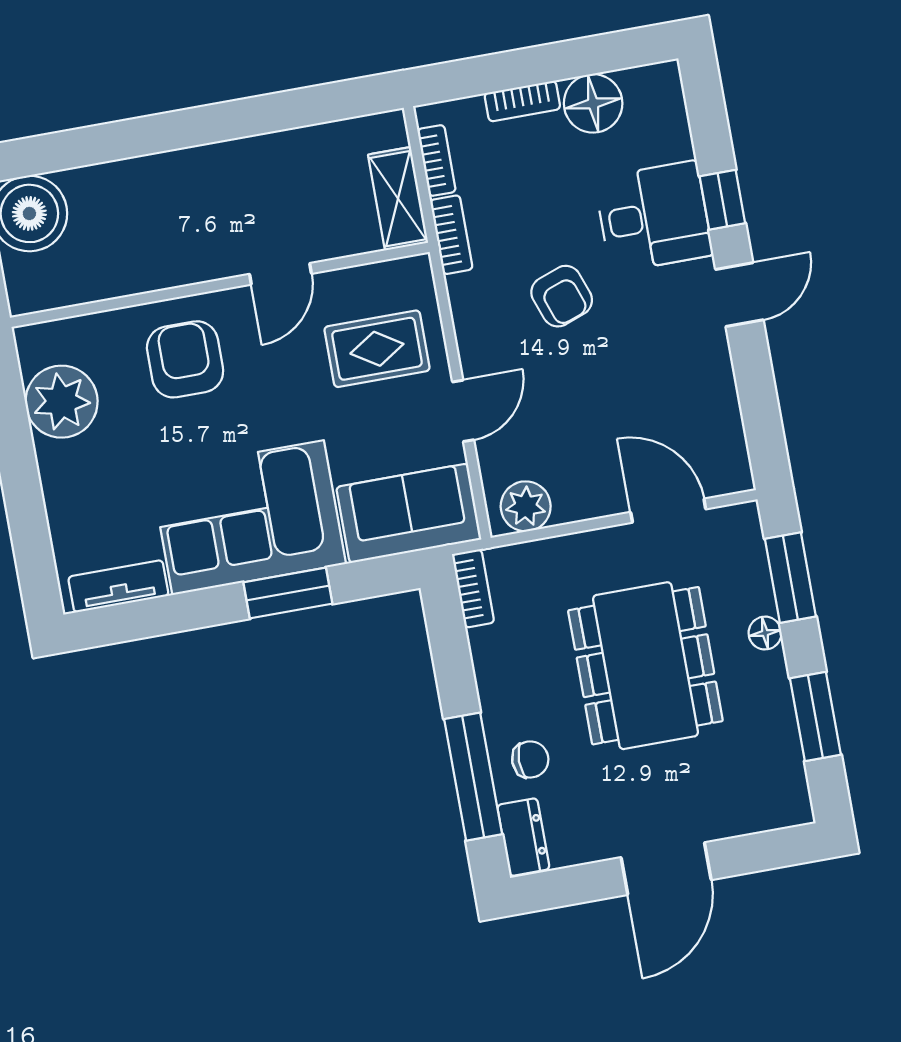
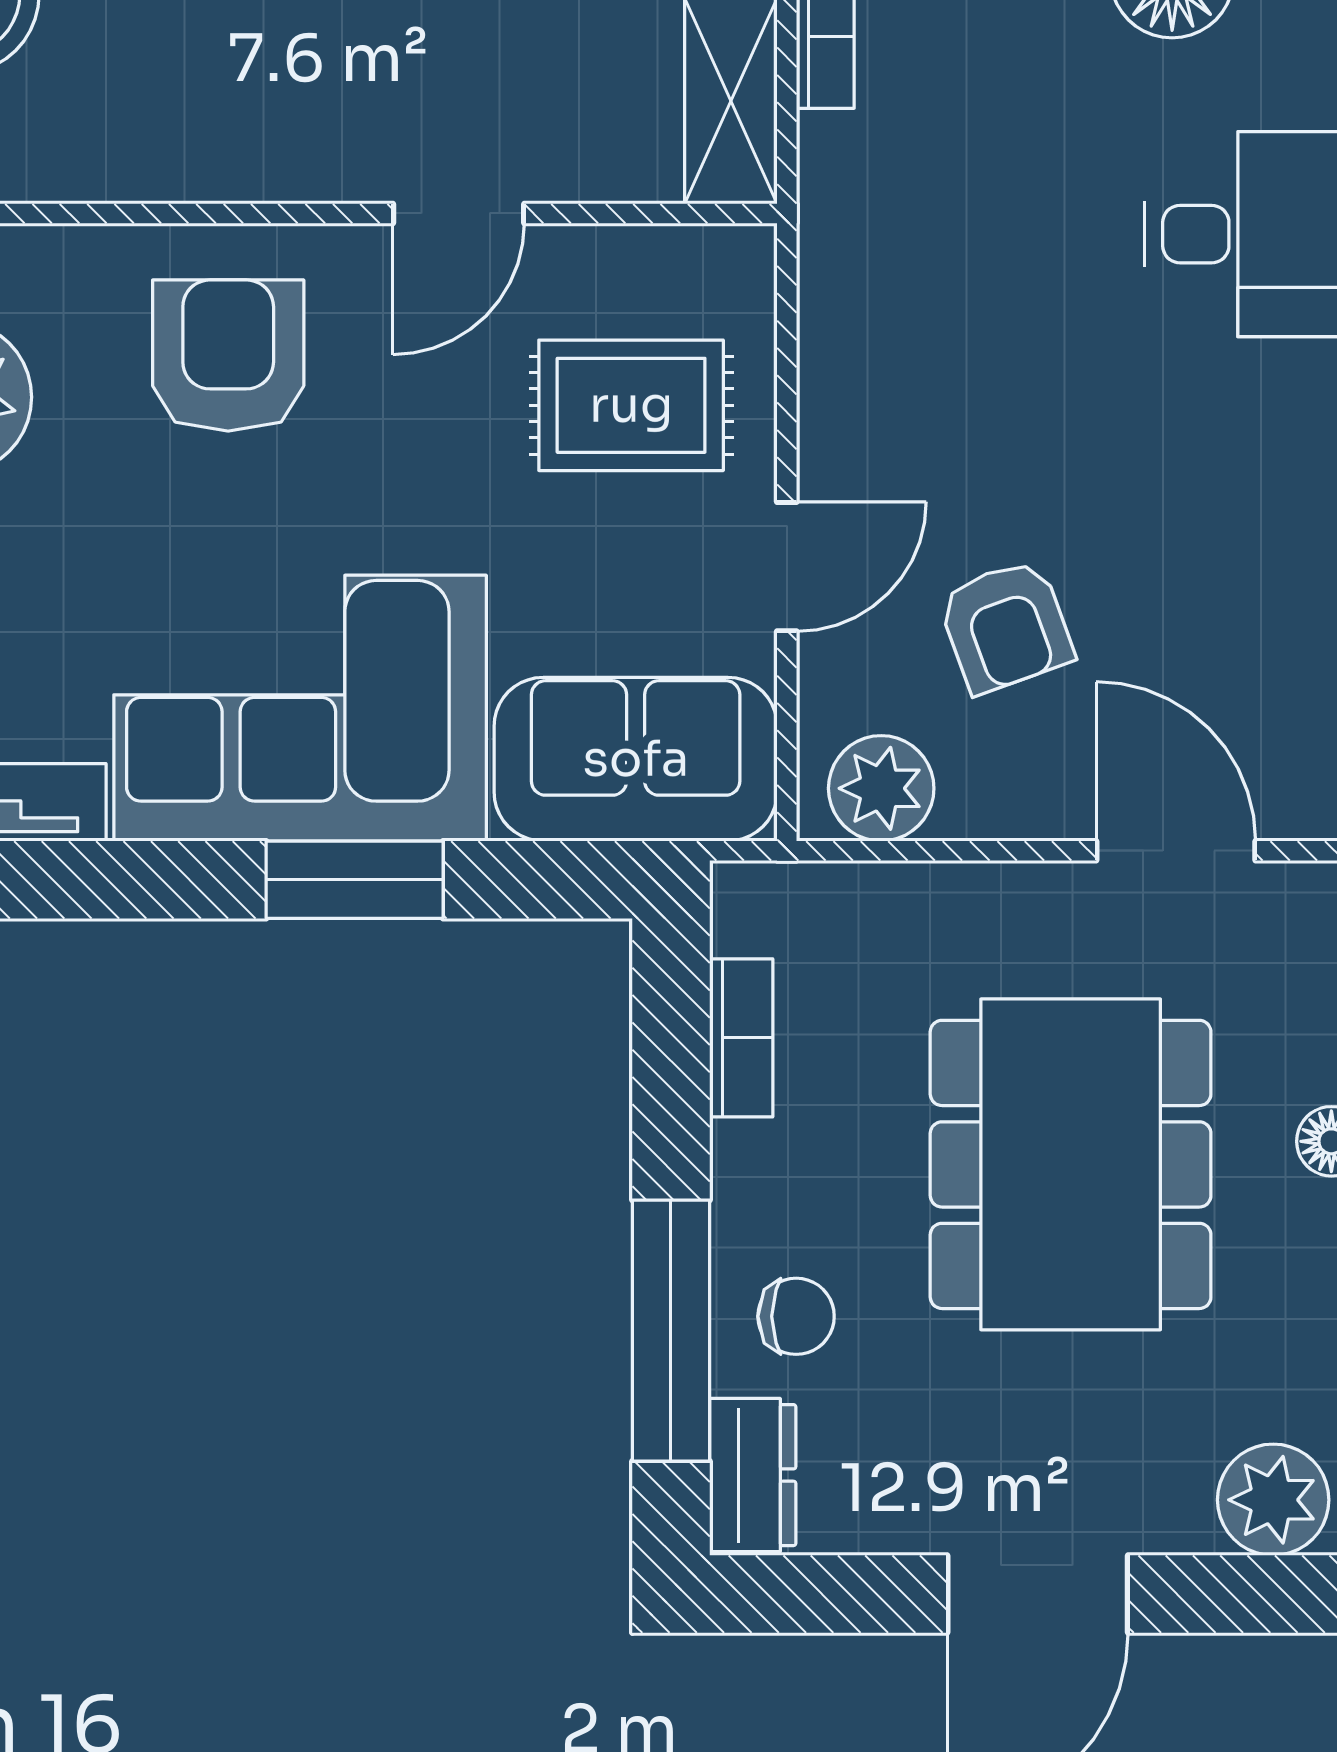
bookcase: (451, 235) -> (828, 196), removed
armchair: (562, 296) -> (1006, 626), moved
bookcase: (473, 588) -> (741, 1038), moved
plant: (768, 805) -> (1273, 1500), added

